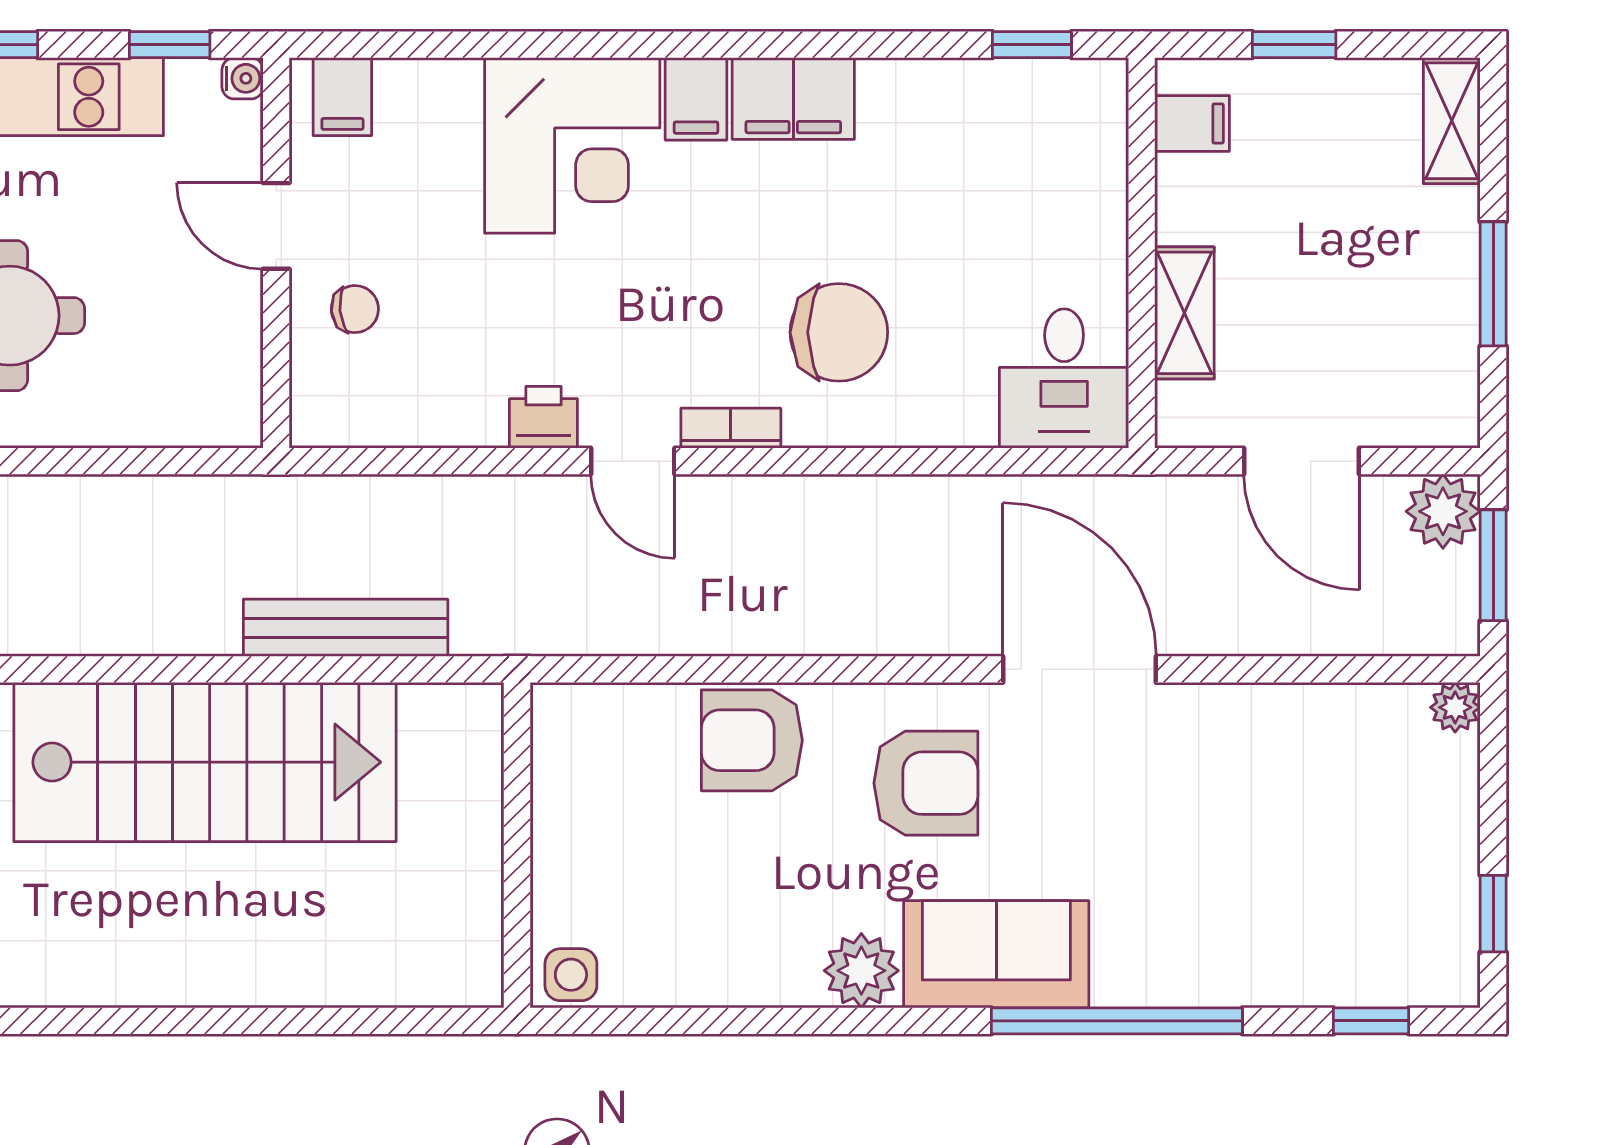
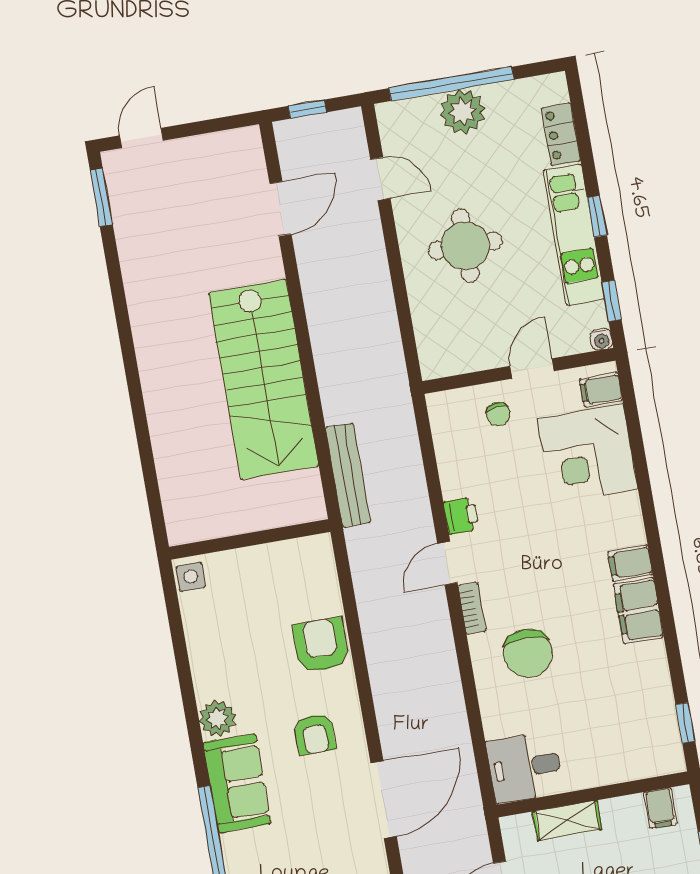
corner desk: (572, 145) -> (588, 454), moved
bench: (346, 628) -> (348, 475), moved
armchair: (926, 783) -> (315, 734), width x0.72, depth x0.72

